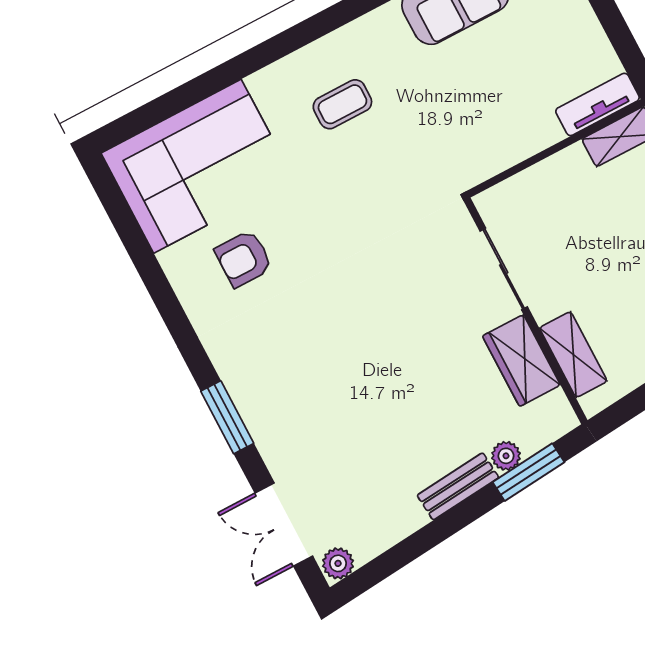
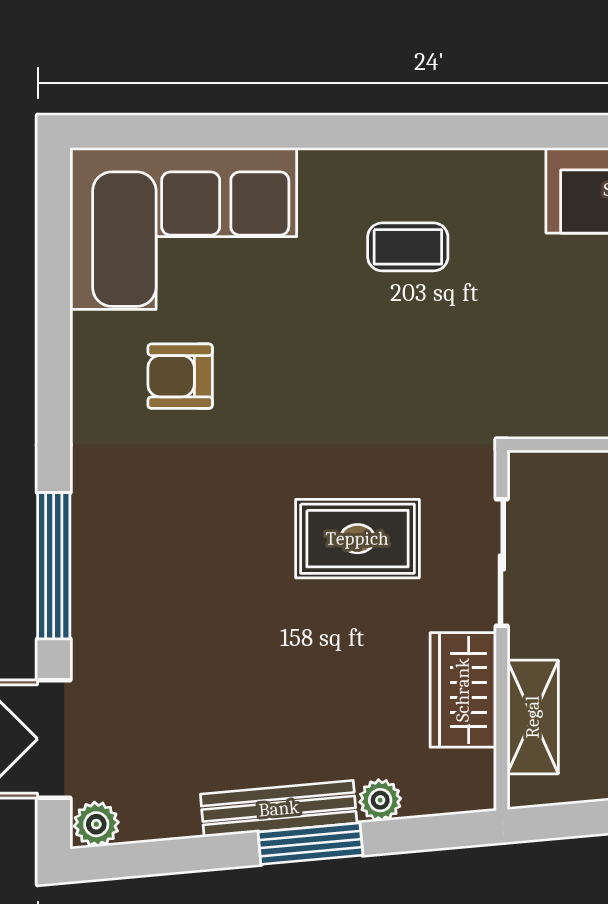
rug: (407, 301) -> (357, 539), added
window: (227, 417) -> (54, 566), width x1.44
window: (528, 472) -> (310, 844), moved
bench: (458, 486) -> (279, 809), width x1.36

